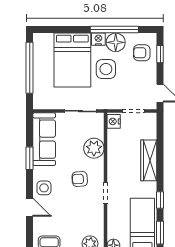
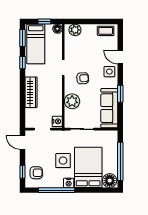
floor lamp: (116, 42) -> (110, 181), moved

